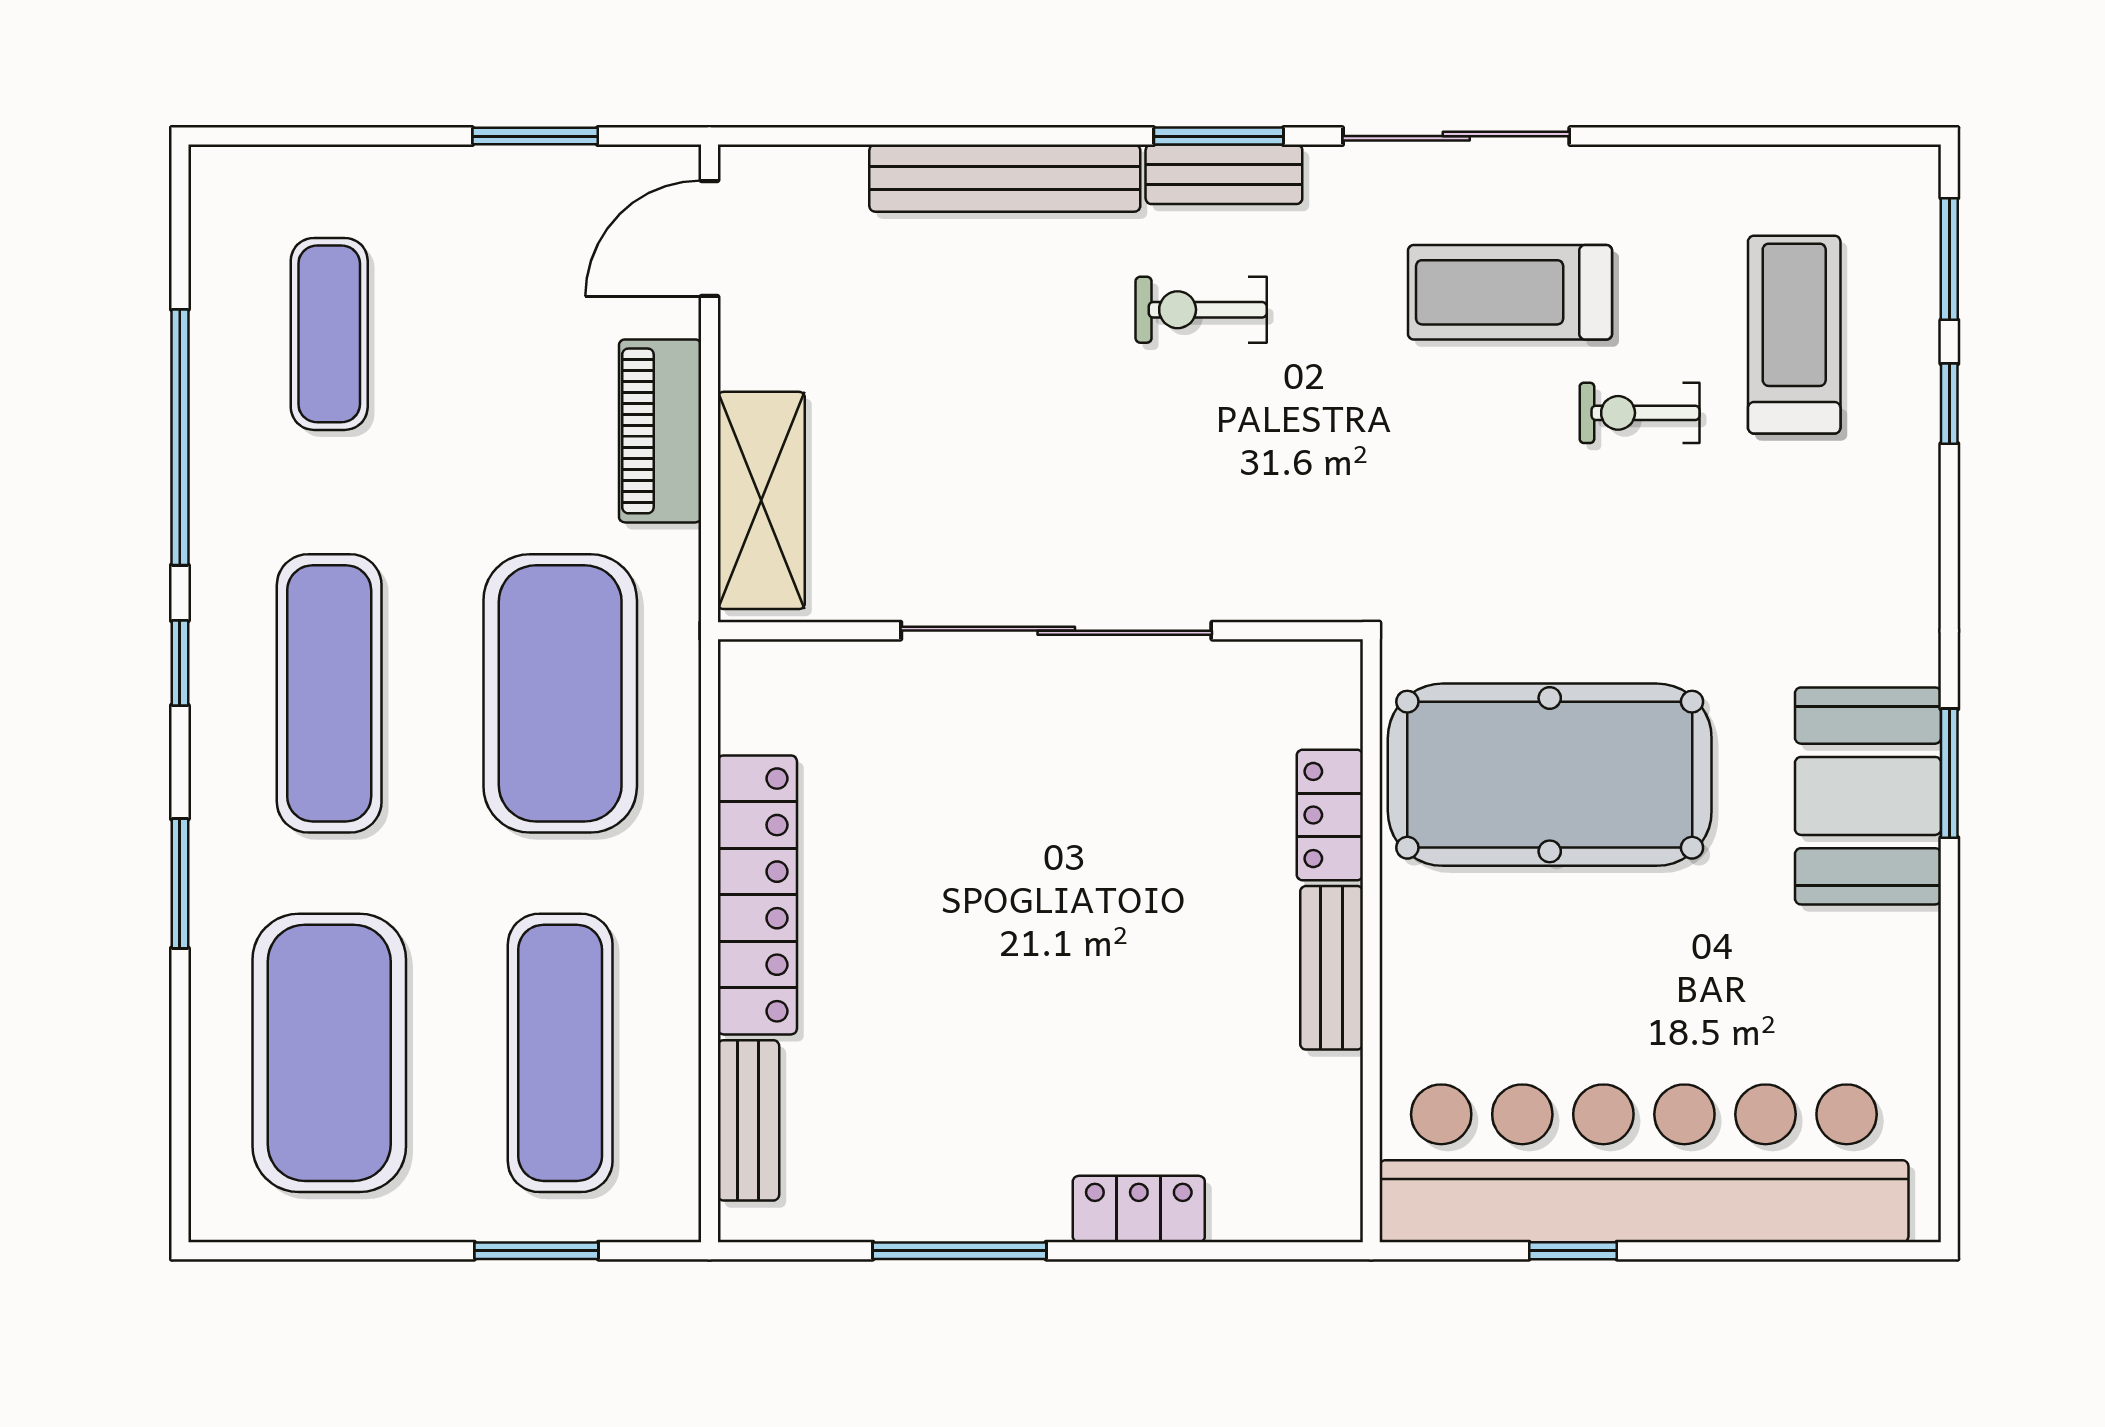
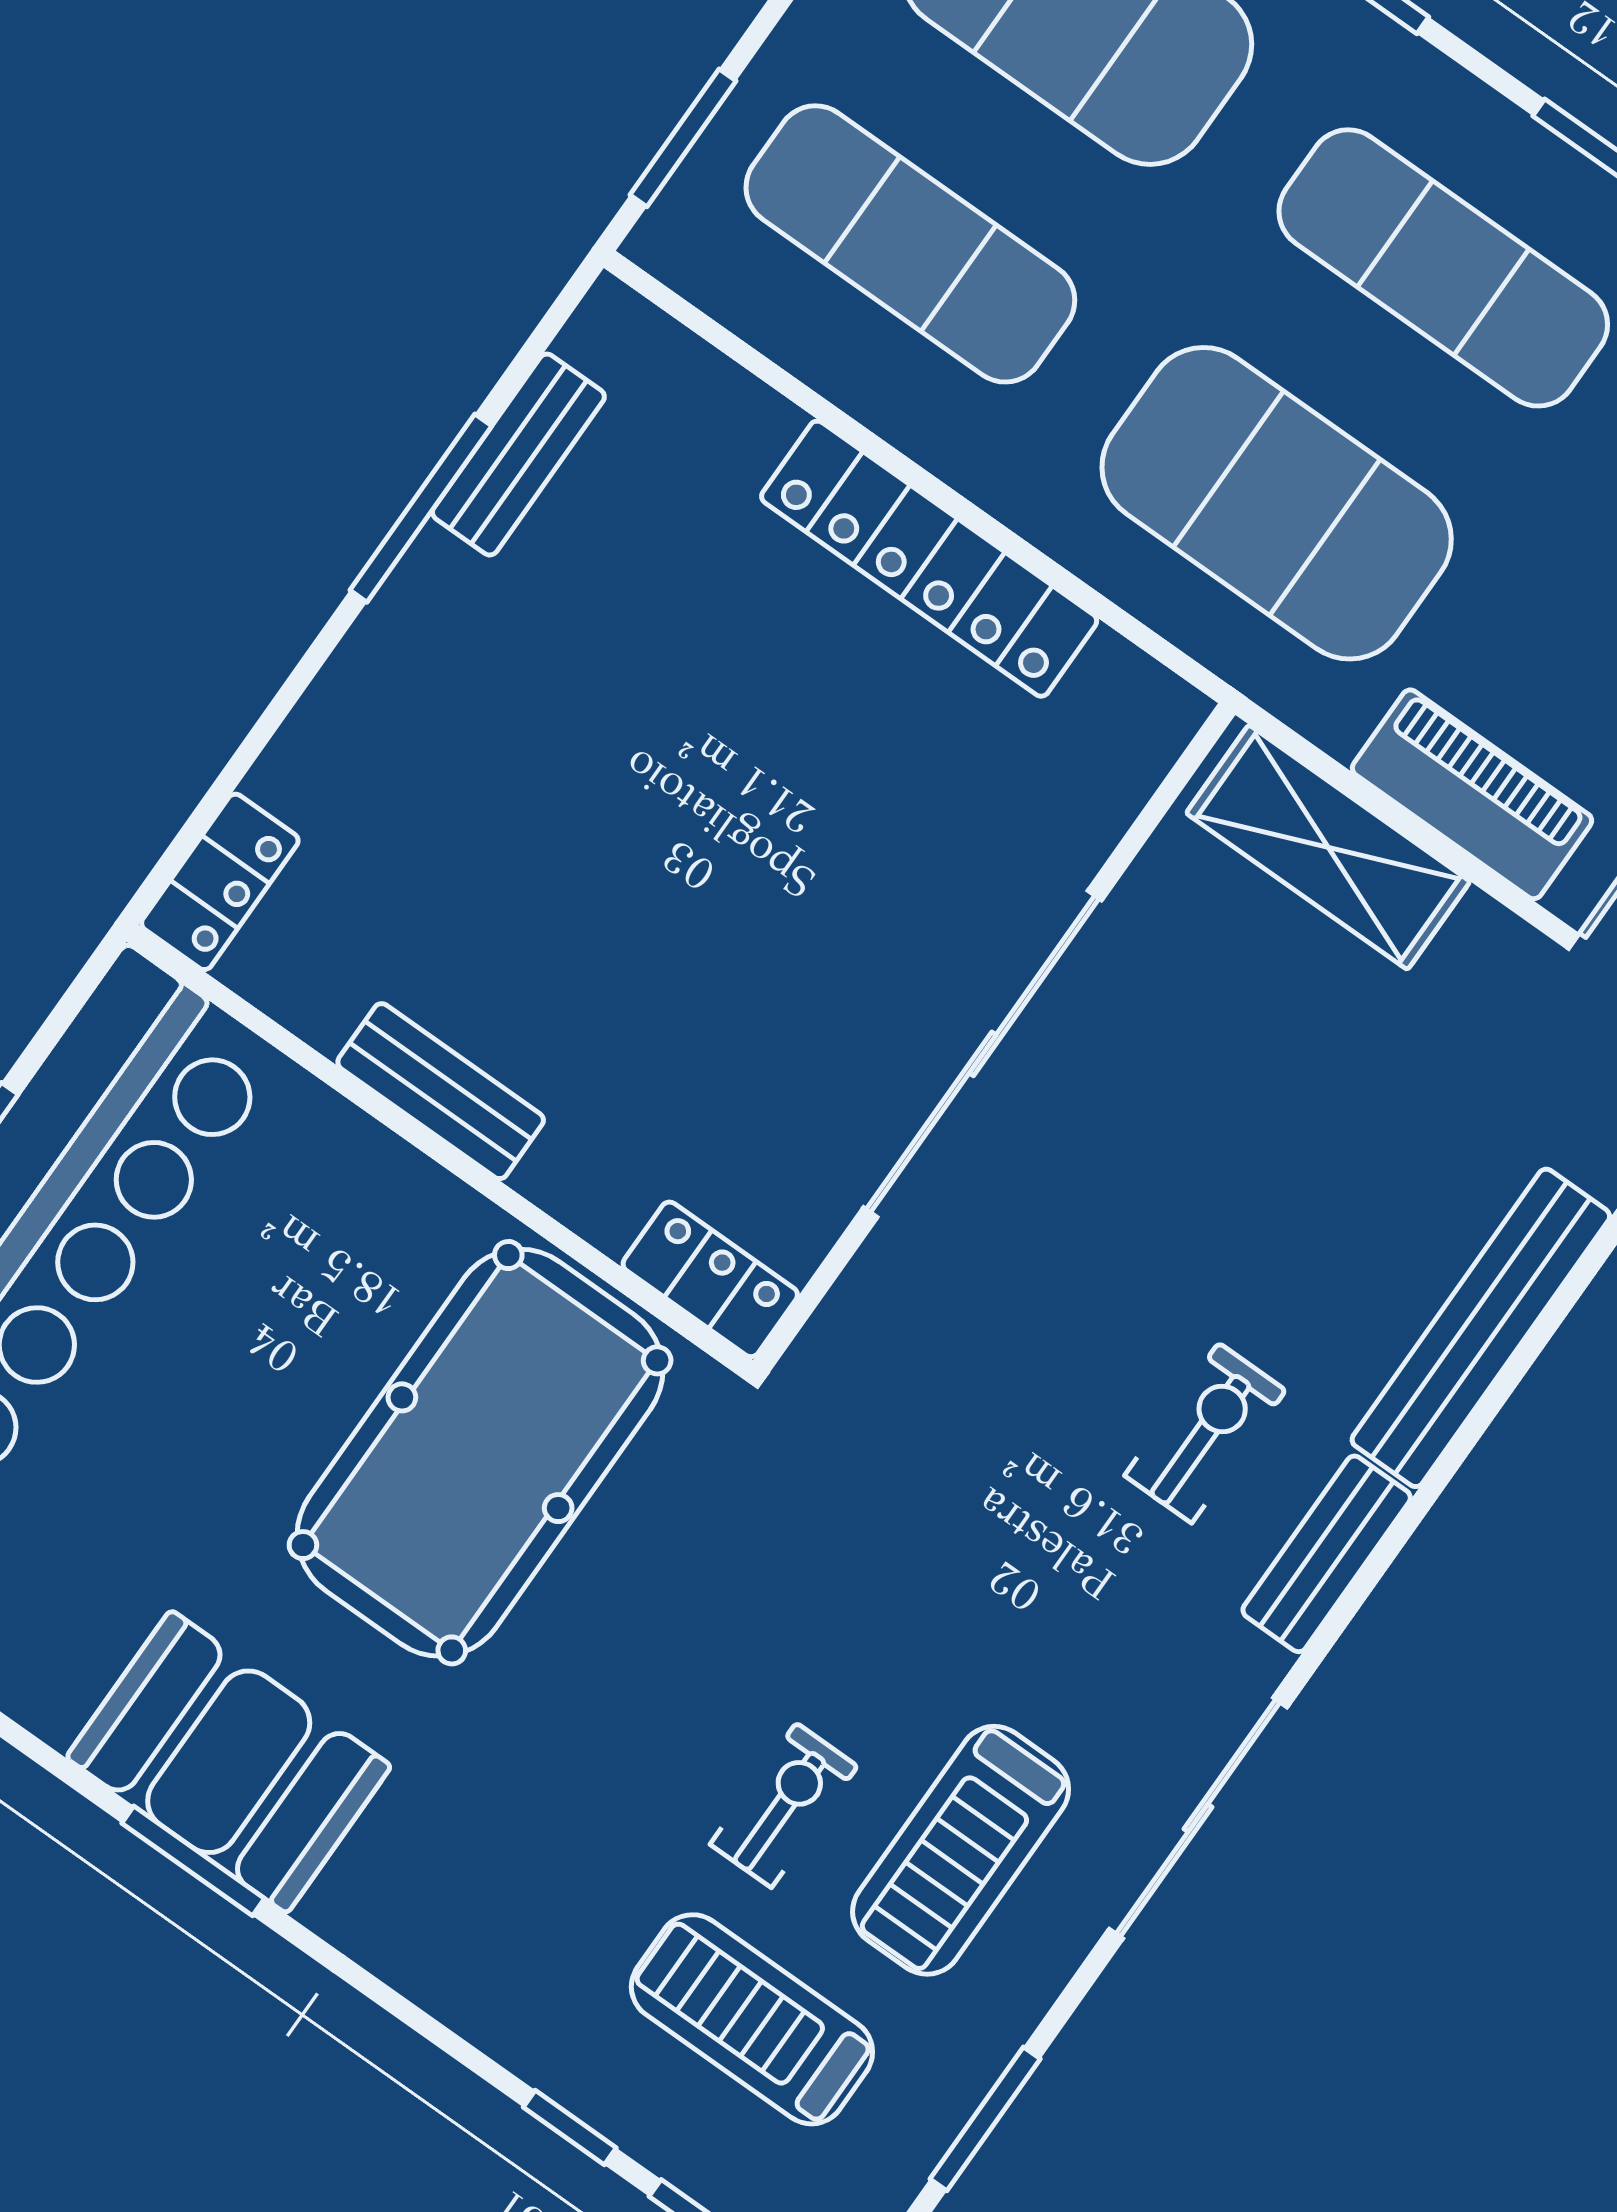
window: (1219, 136) -> (985, 2119), moved
treadmill: (1510, 292) -> (961, 1850), moved, turned 180
treadmill: (1794, 335) -> (752, 2019), turned 180
locker: (1330, 815) -> (710, 1279), moved
bench: (748, 1120) -> (518, 455), moved, turned 90
locker: (1139, 1209) -> (220, 882), moved
window: (536, 1251) -> (683, 138), moved

